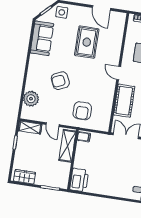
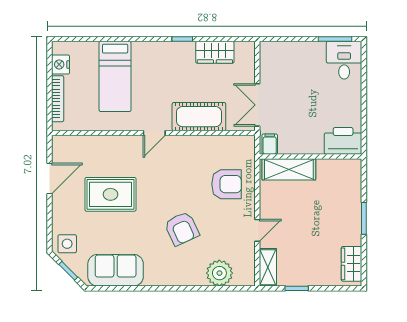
filing cabinet: (84, 137) -> (270, 144), moved
shelving: (67, 146) -> (289, 169), moved
wall: (73, 160) -> (311, 156), moved
printer: (79, 180) -> (343, 141), moved

